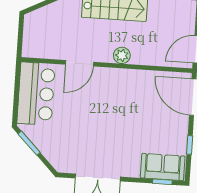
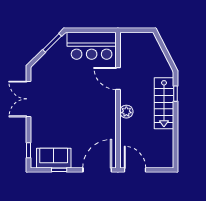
sofa: (163, 167) -> (54, 158), moved, turned -90

